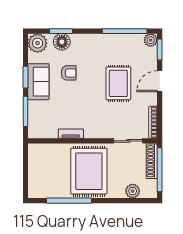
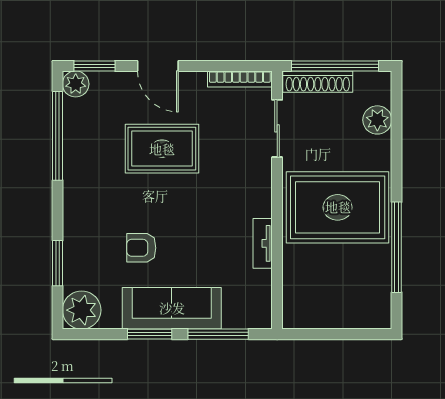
floor lamp: (62, 42) -> (79, 261), removed
armchair: (69, 73) -> (141, 248), turned -90
sofa: (38, 82) -> (172, 308), width x1.36

